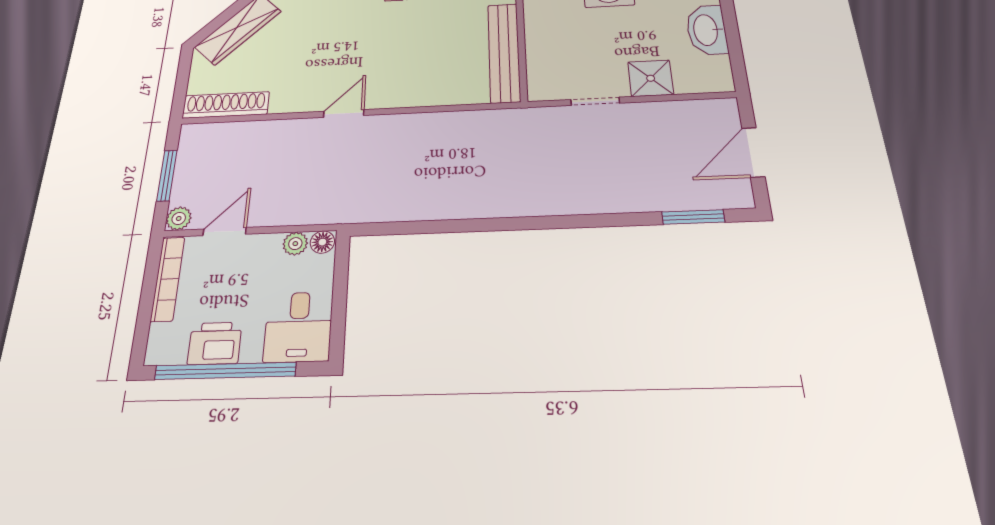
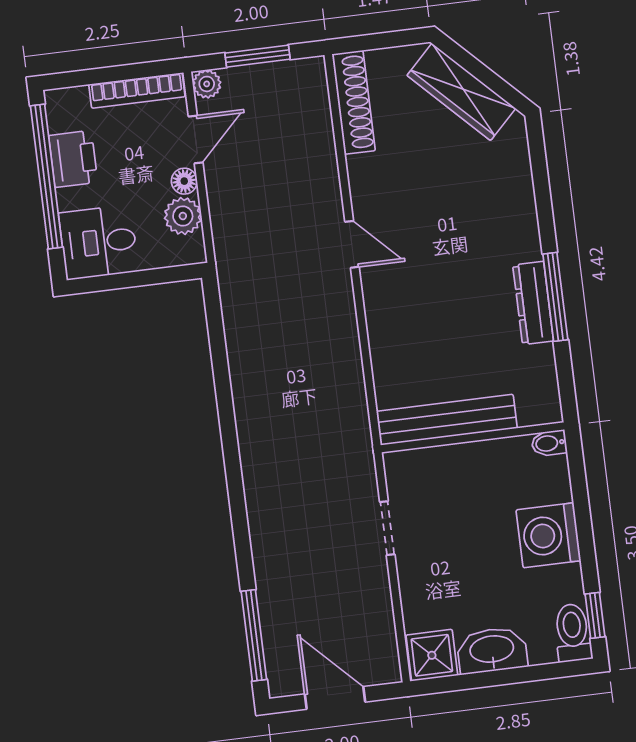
shower: (651, 78) -> (432, 655), moved
window: (693, 217) -> (254, 635), width x1.44
door: (225, 232) -> (196, 139), hinge flipped
floor lamp: (322, 242) -> (184, 181), moved
plant: (295, 244) -> (183, 216), width x1.38, depth x1.38

